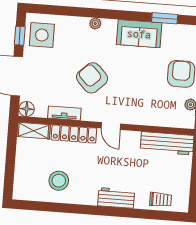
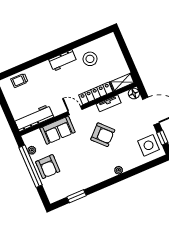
sofa: (139, 34) -> (58, 130), moved, turned 180
workbench: (116, 198) -> (63, 60), moved

